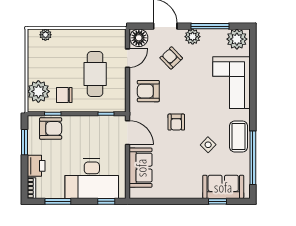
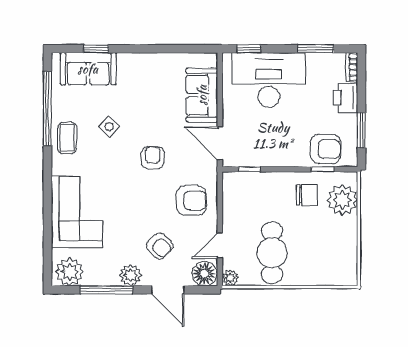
plant: (45, 35) -> (230, 278), moved
cafe table: (95, 74) -> (272, 253), moved
armchair: (51, 128) -> (326, 149), turned 180
coffee table: (239, 137) -> (67, 138), width x0.73, depth x0.77

